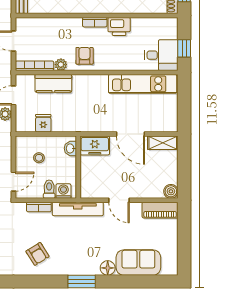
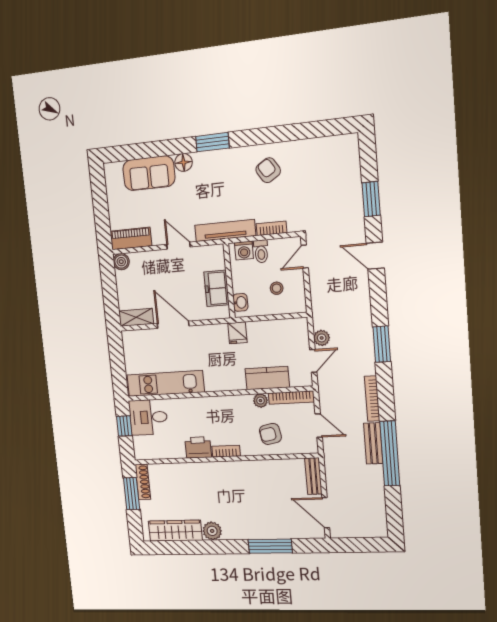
armchair: (85, 56) -> (270, 434), moved, turned 79
fridge: (43, 123) -> (237, 333), moved
freezer: (95, 145) -> (217, 288), moved, turned -90

